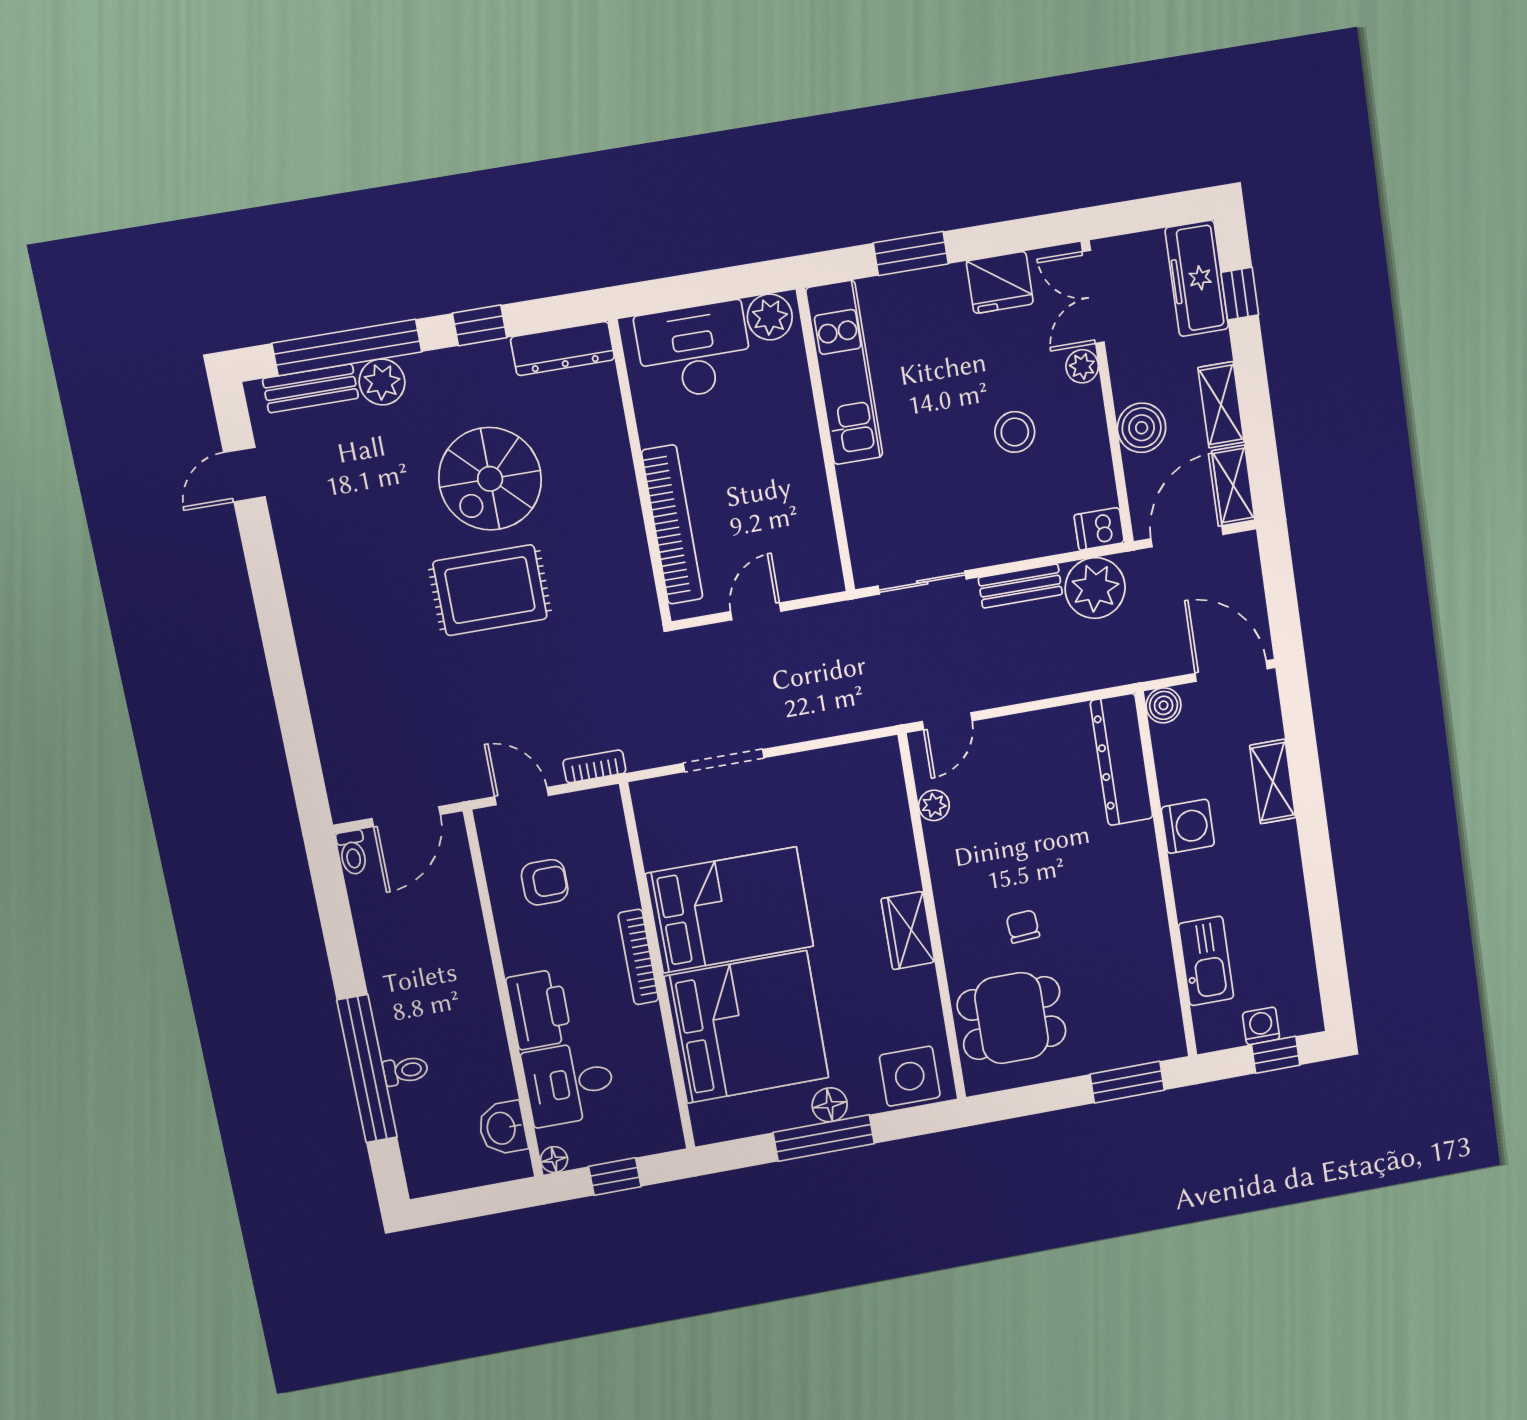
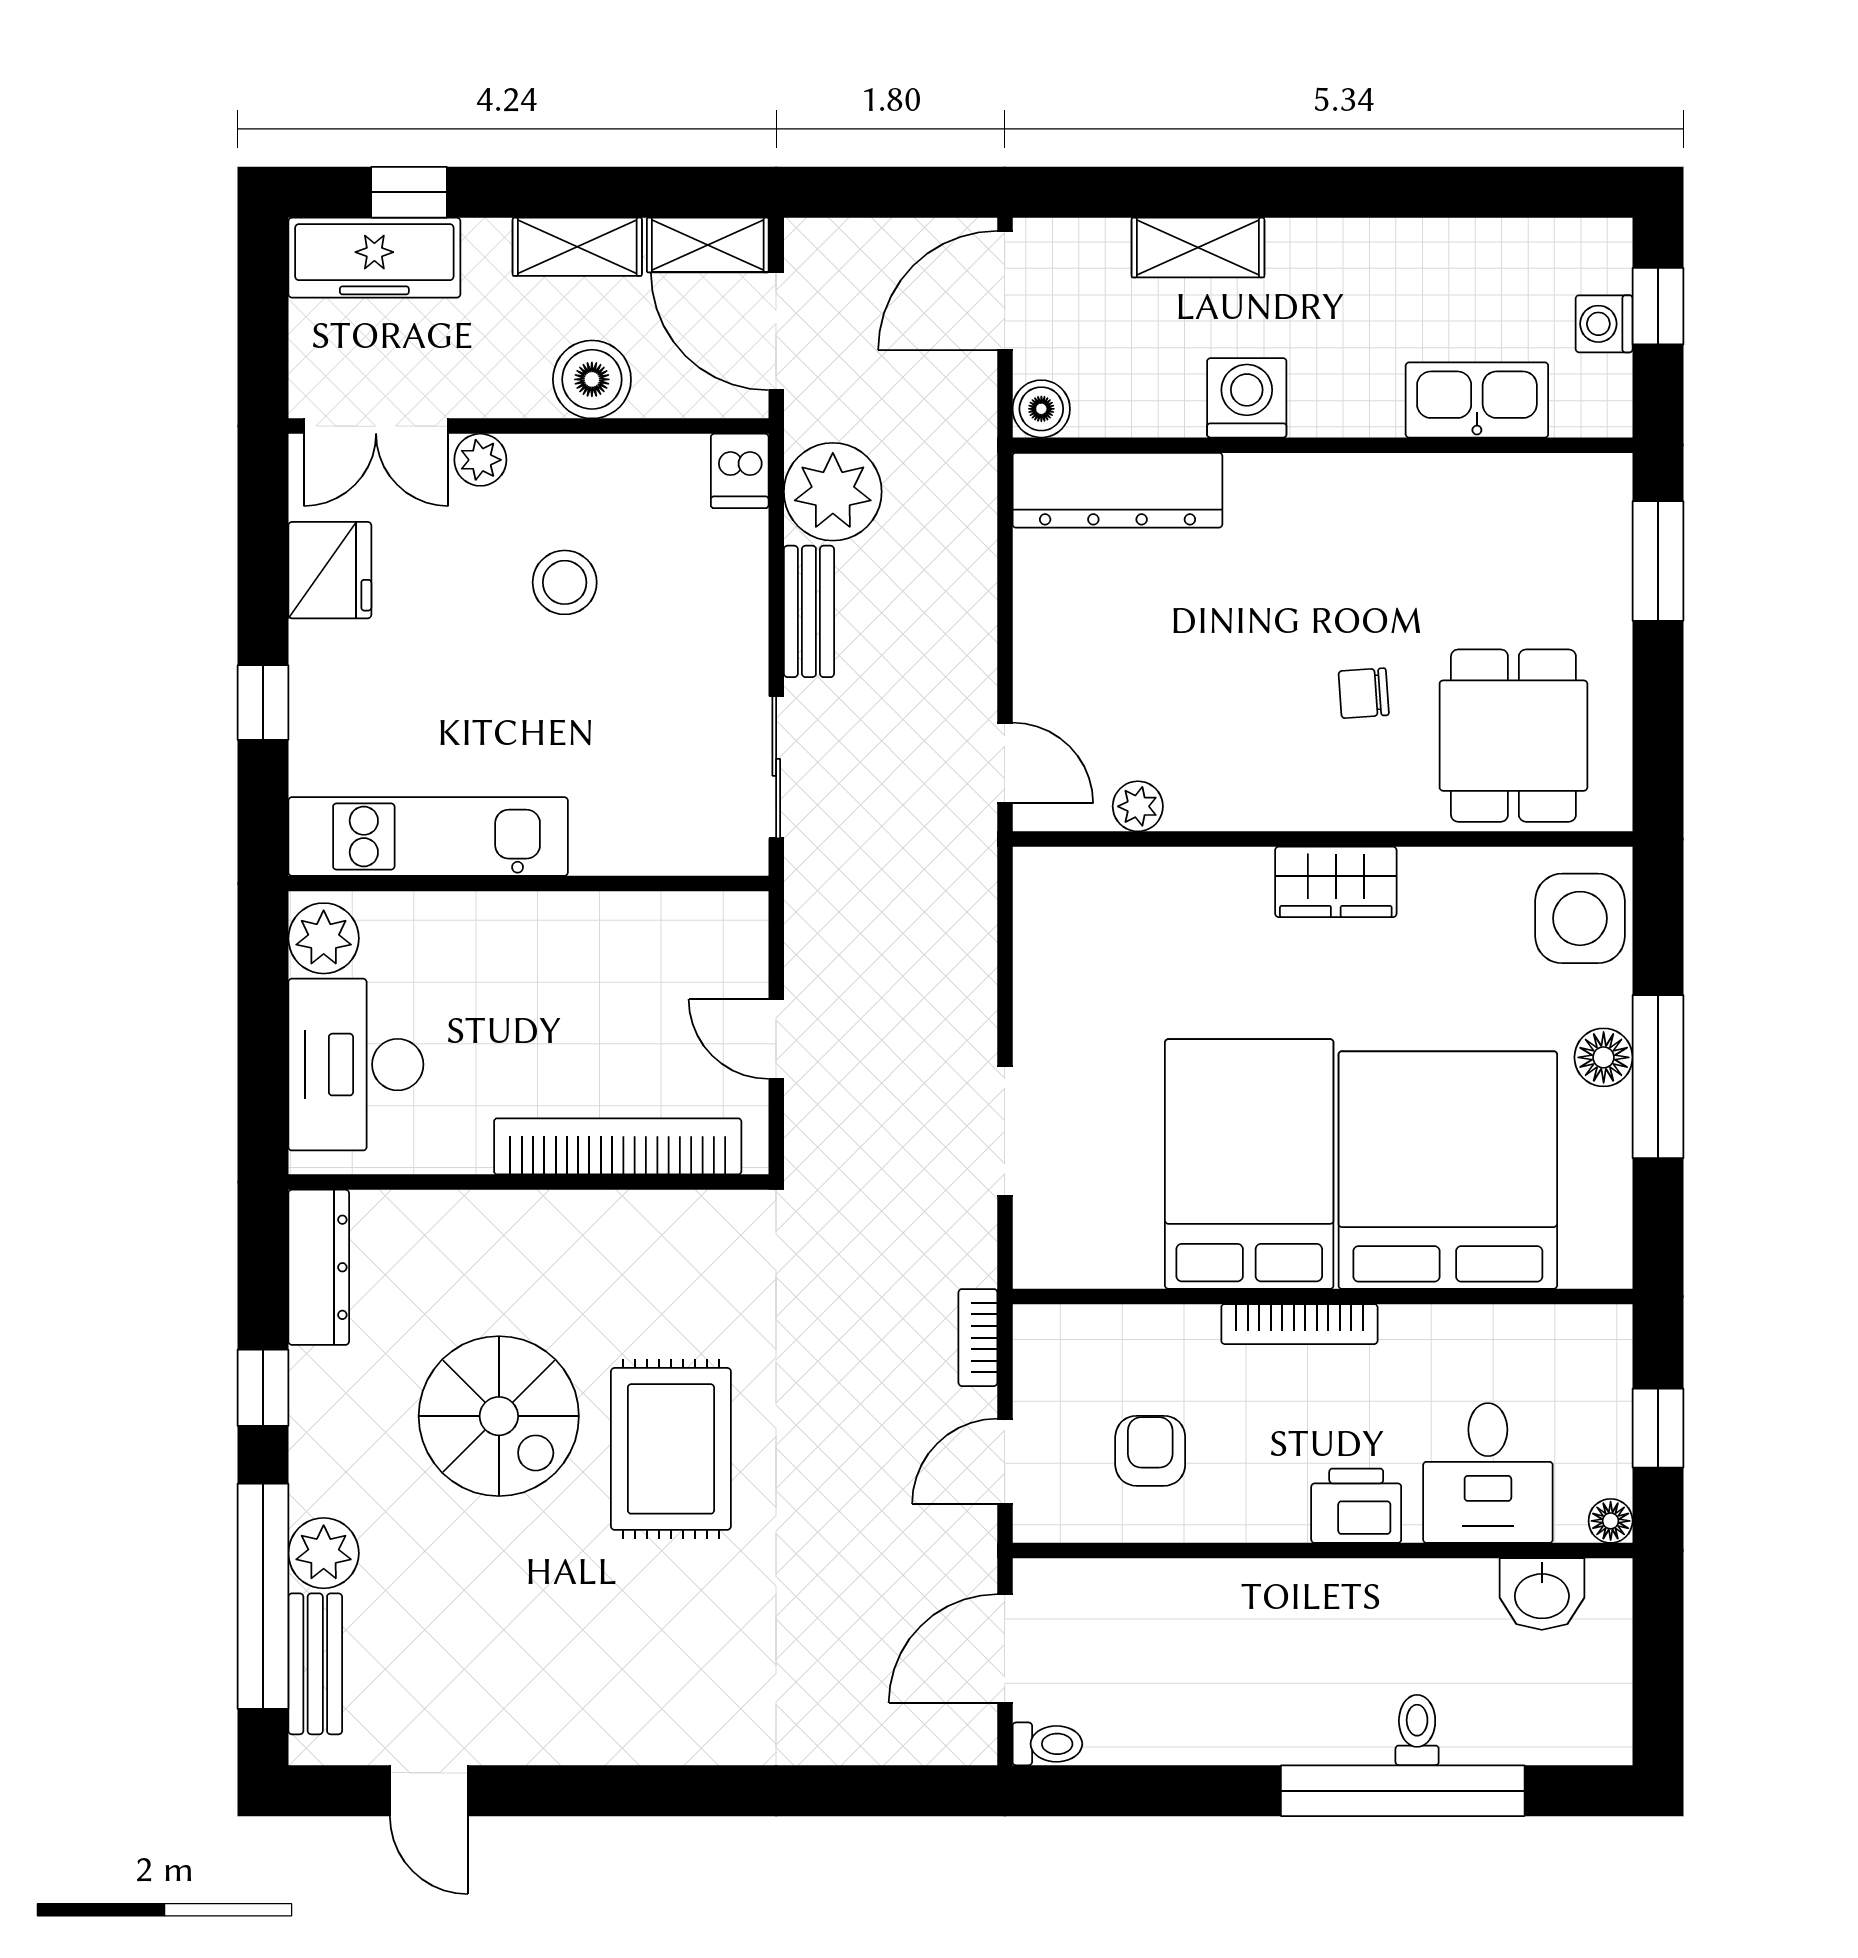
window: (911, 253) -> (263, 703), width x0.67
door: (406, 817) -> (1005, 1649), swing flipped
printer: (539, 1009) -> (1356, 1506), width x0.73, depth x0.84

